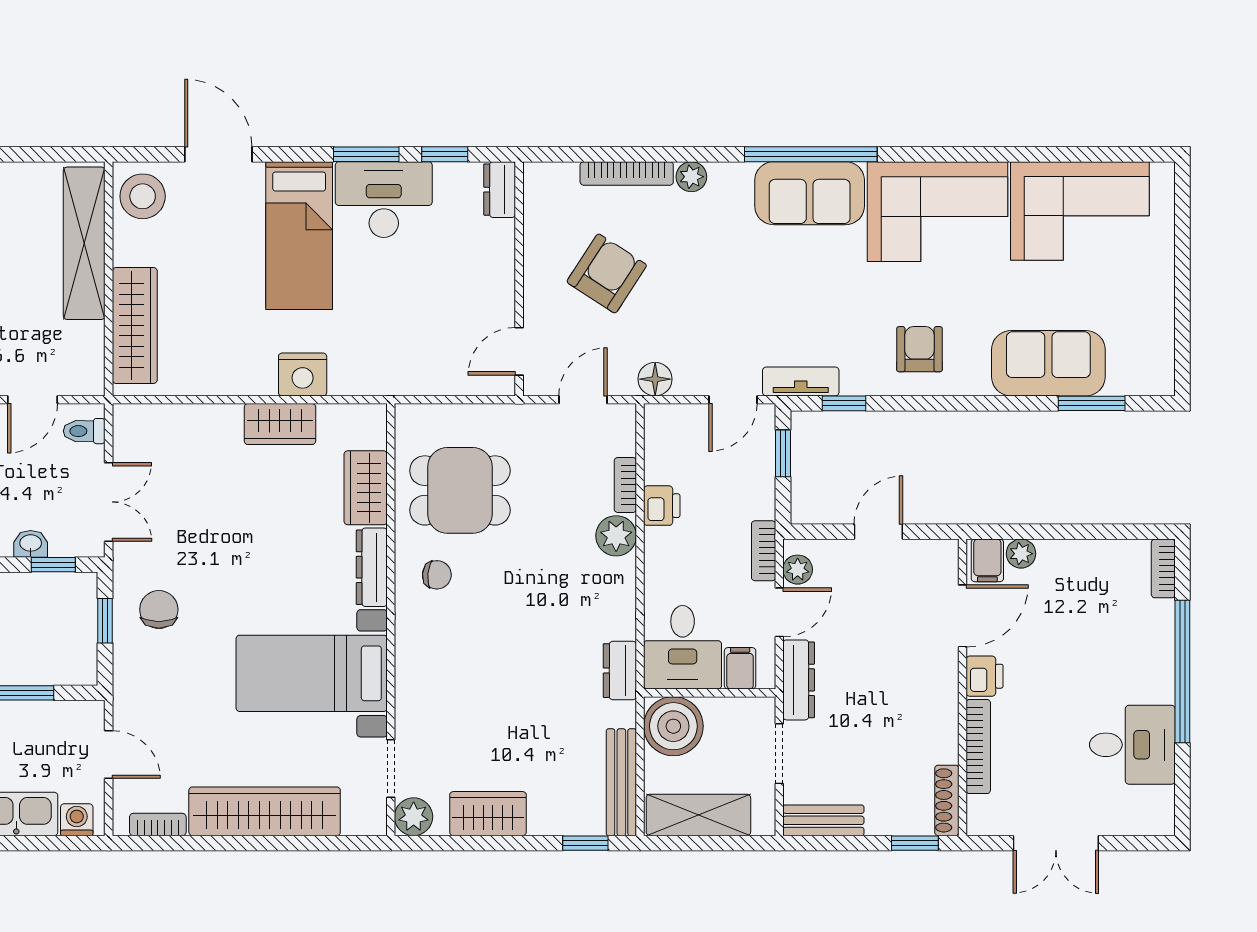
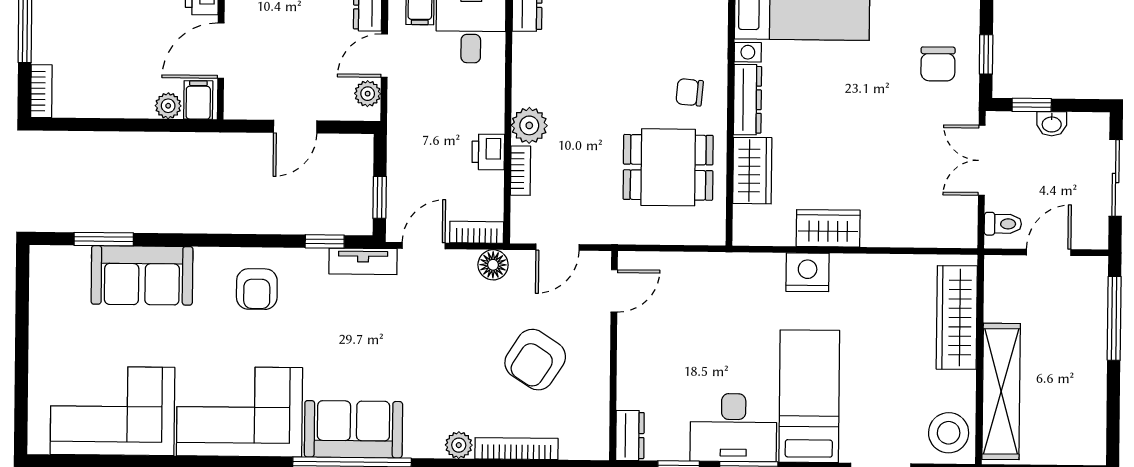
bookcase: (764, 551) -> (477, 232), moved, turned -90

